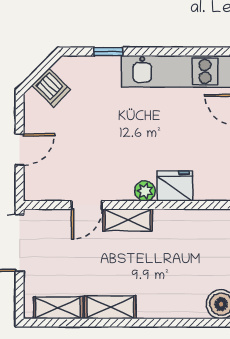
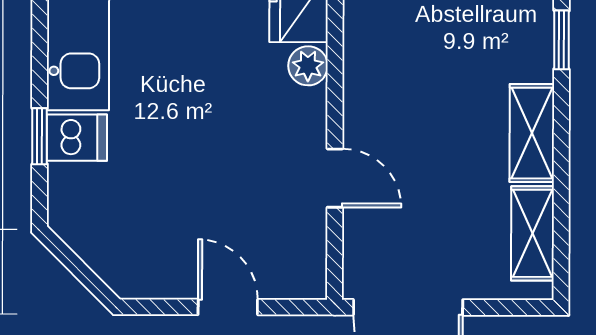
dishwasher: (51, 88) -> (77, 138), moved, turned 45
shelving: (128, 220) -> (364, 99), removed
window: (159, 323) -> (561, 40), added

